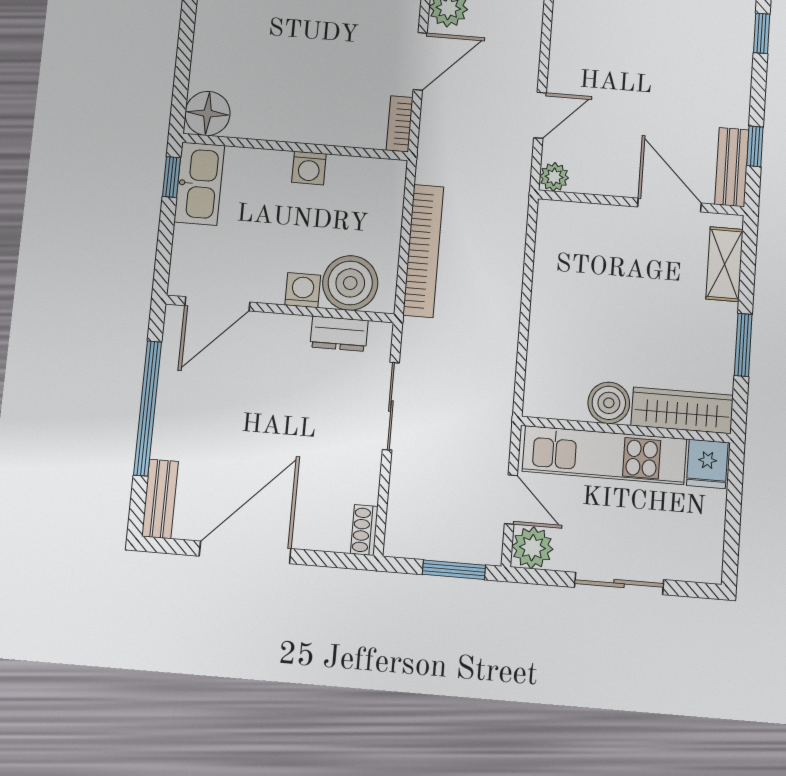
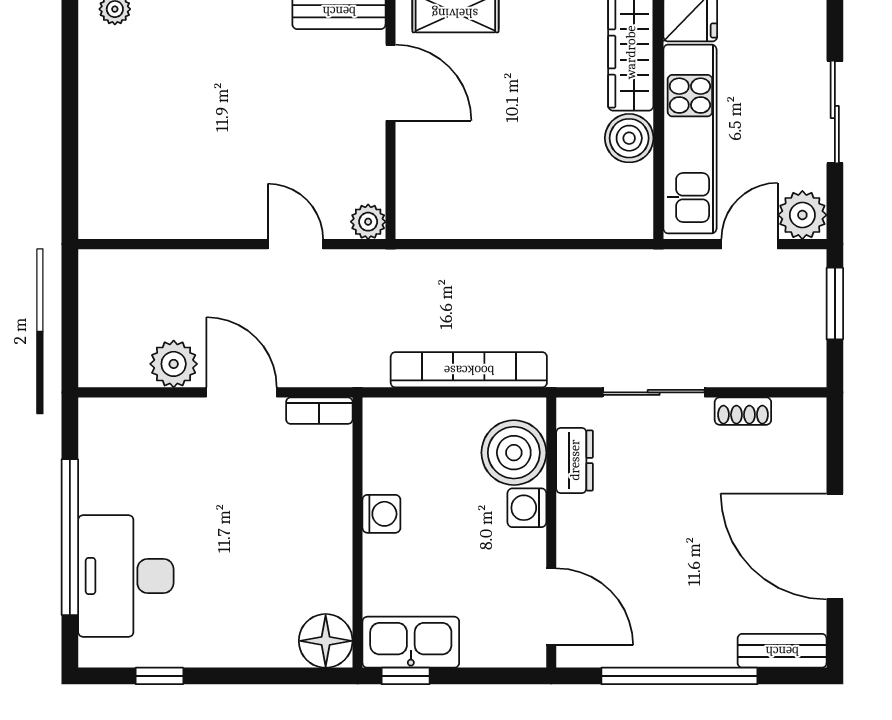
door: (669, 205) -> (390, 83), swing flipped
shoe rack: (364, 530) -> (743, 411), moved

